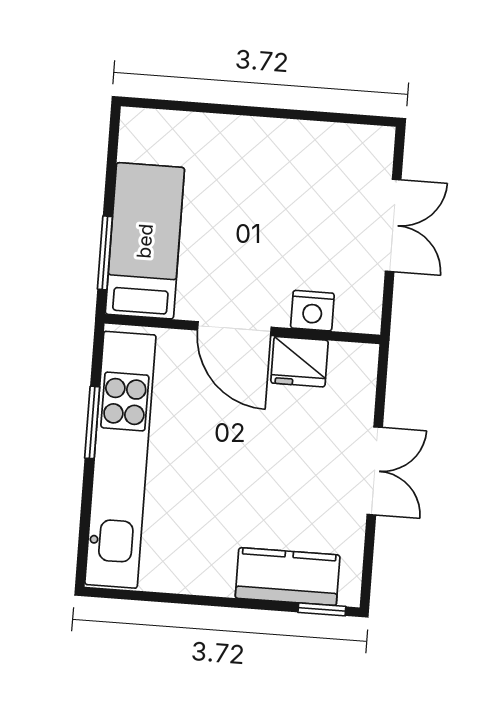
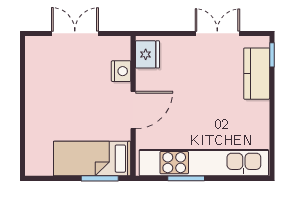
fridge: (300, 362) -> (147, 54), moved
double door: (375, 471) -> (217, 33), moved

